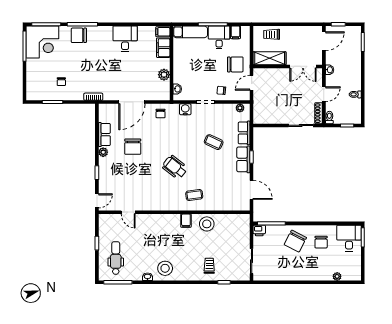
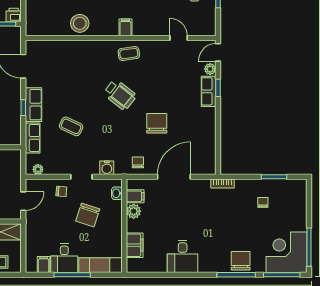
filing cabinet: (163, 32) -> (135, 196), moved
chair: (79, 35) -> (241, 261), turned -90
chair: (235, 64) -> (88, 215), moved, turned -72
row of seats: (104, 135) -> (209, 91), moved
chair: (133, 147) -> (157, 123), moved
plant: (103, 152) -> (210, 69), moved
coffee table: (194, 195) -> (129, 54), moved
filing cabinet: (186, 221) -> (125, 27), moved

